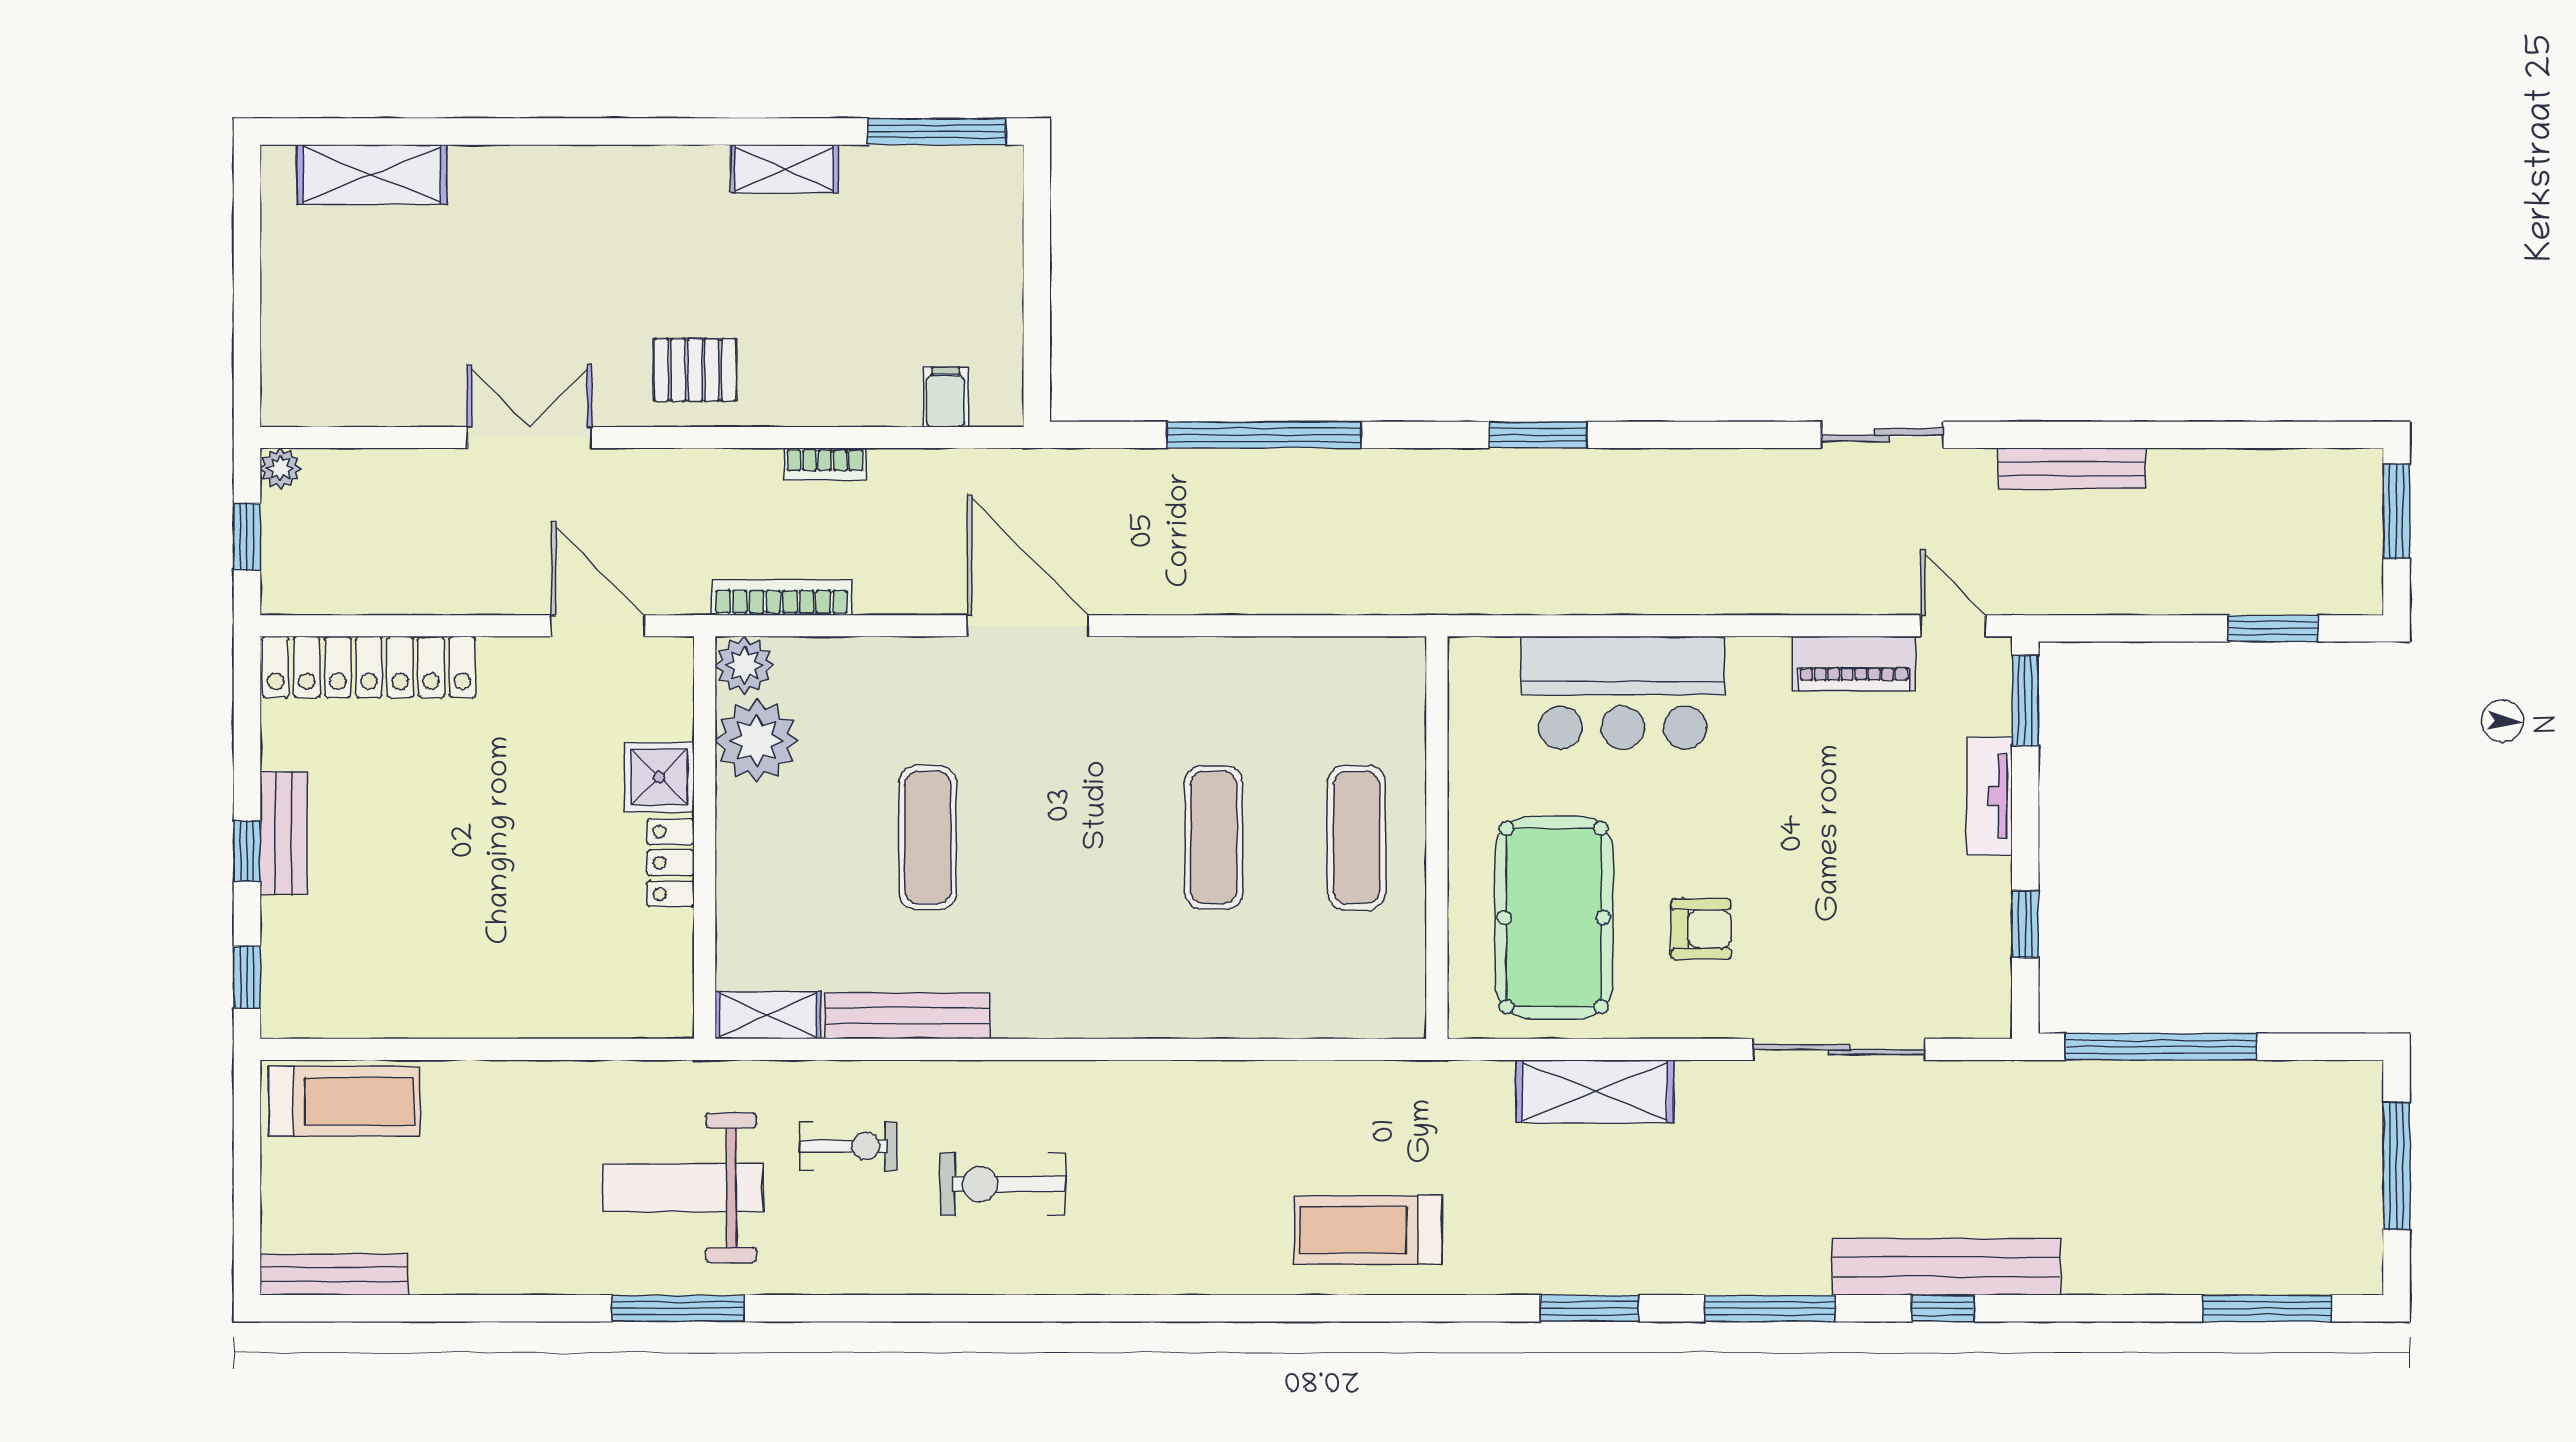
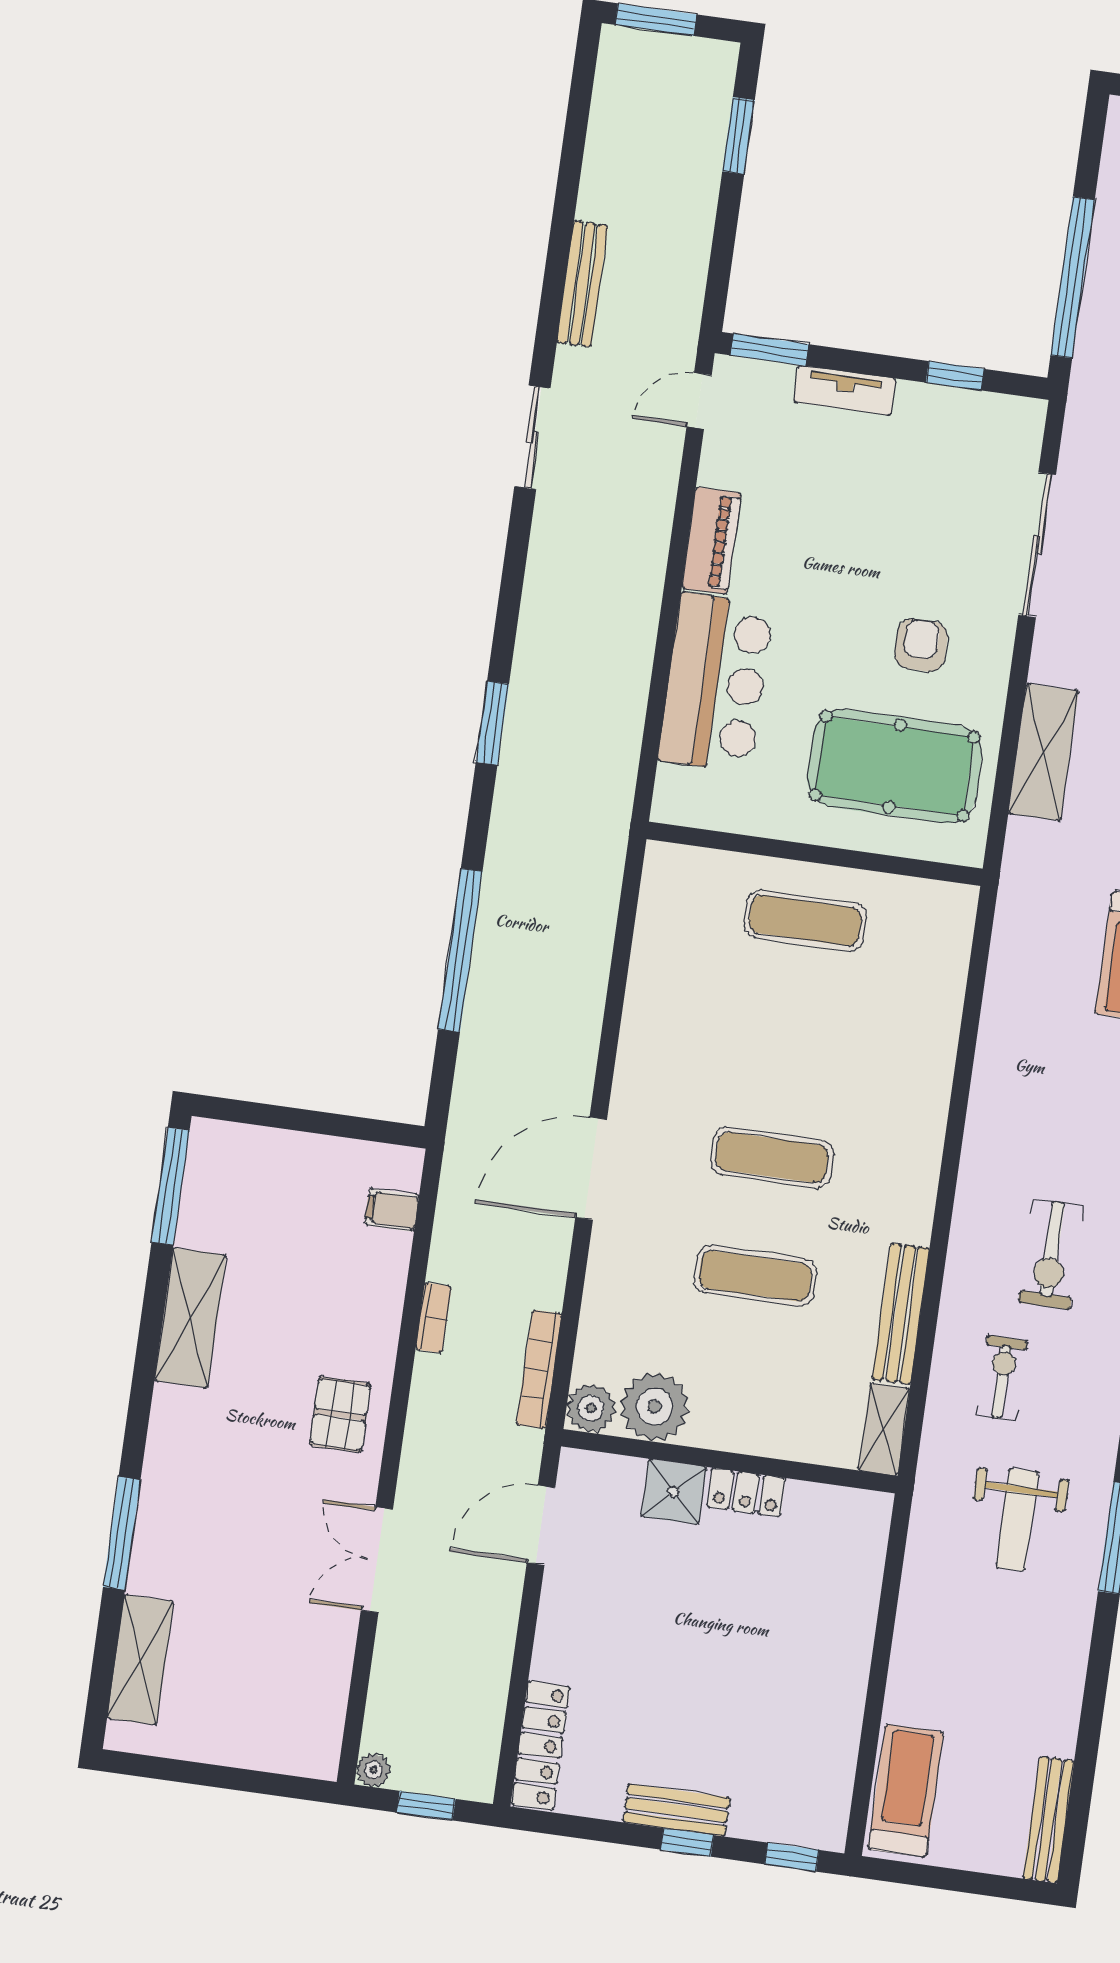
window: (518, 132) -> (122, 1533), added
shelving: (784, 169) -> (190, 1318), width x1.50, depth x1.33
piano: (1854, 664) -> (711, 541), moved
locker: (369, 667) -> (540, 1746), width x0.71, depth x0.83
exercise mat: (1214, 838) -> (772, 1157), moved
weight bench: (683, 1188) -> (1017, 1520), width x0.73, depth x0.75

